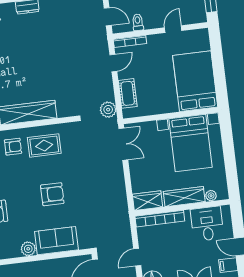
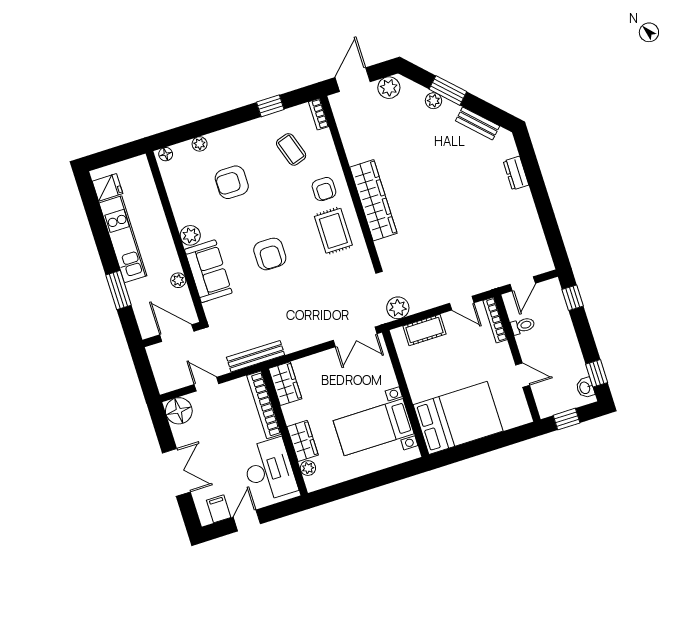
bed with nightstands: (191, 143) -> (374, 427), width x0.73
wardrobe: (184, 197) -> (303, 441), width x0.67
bench: (124, 218) -> (256, 356), added
desk: (207, 224) -> (269, 470), width x1.37
plant: (59, 263) -> (178, 280), added

